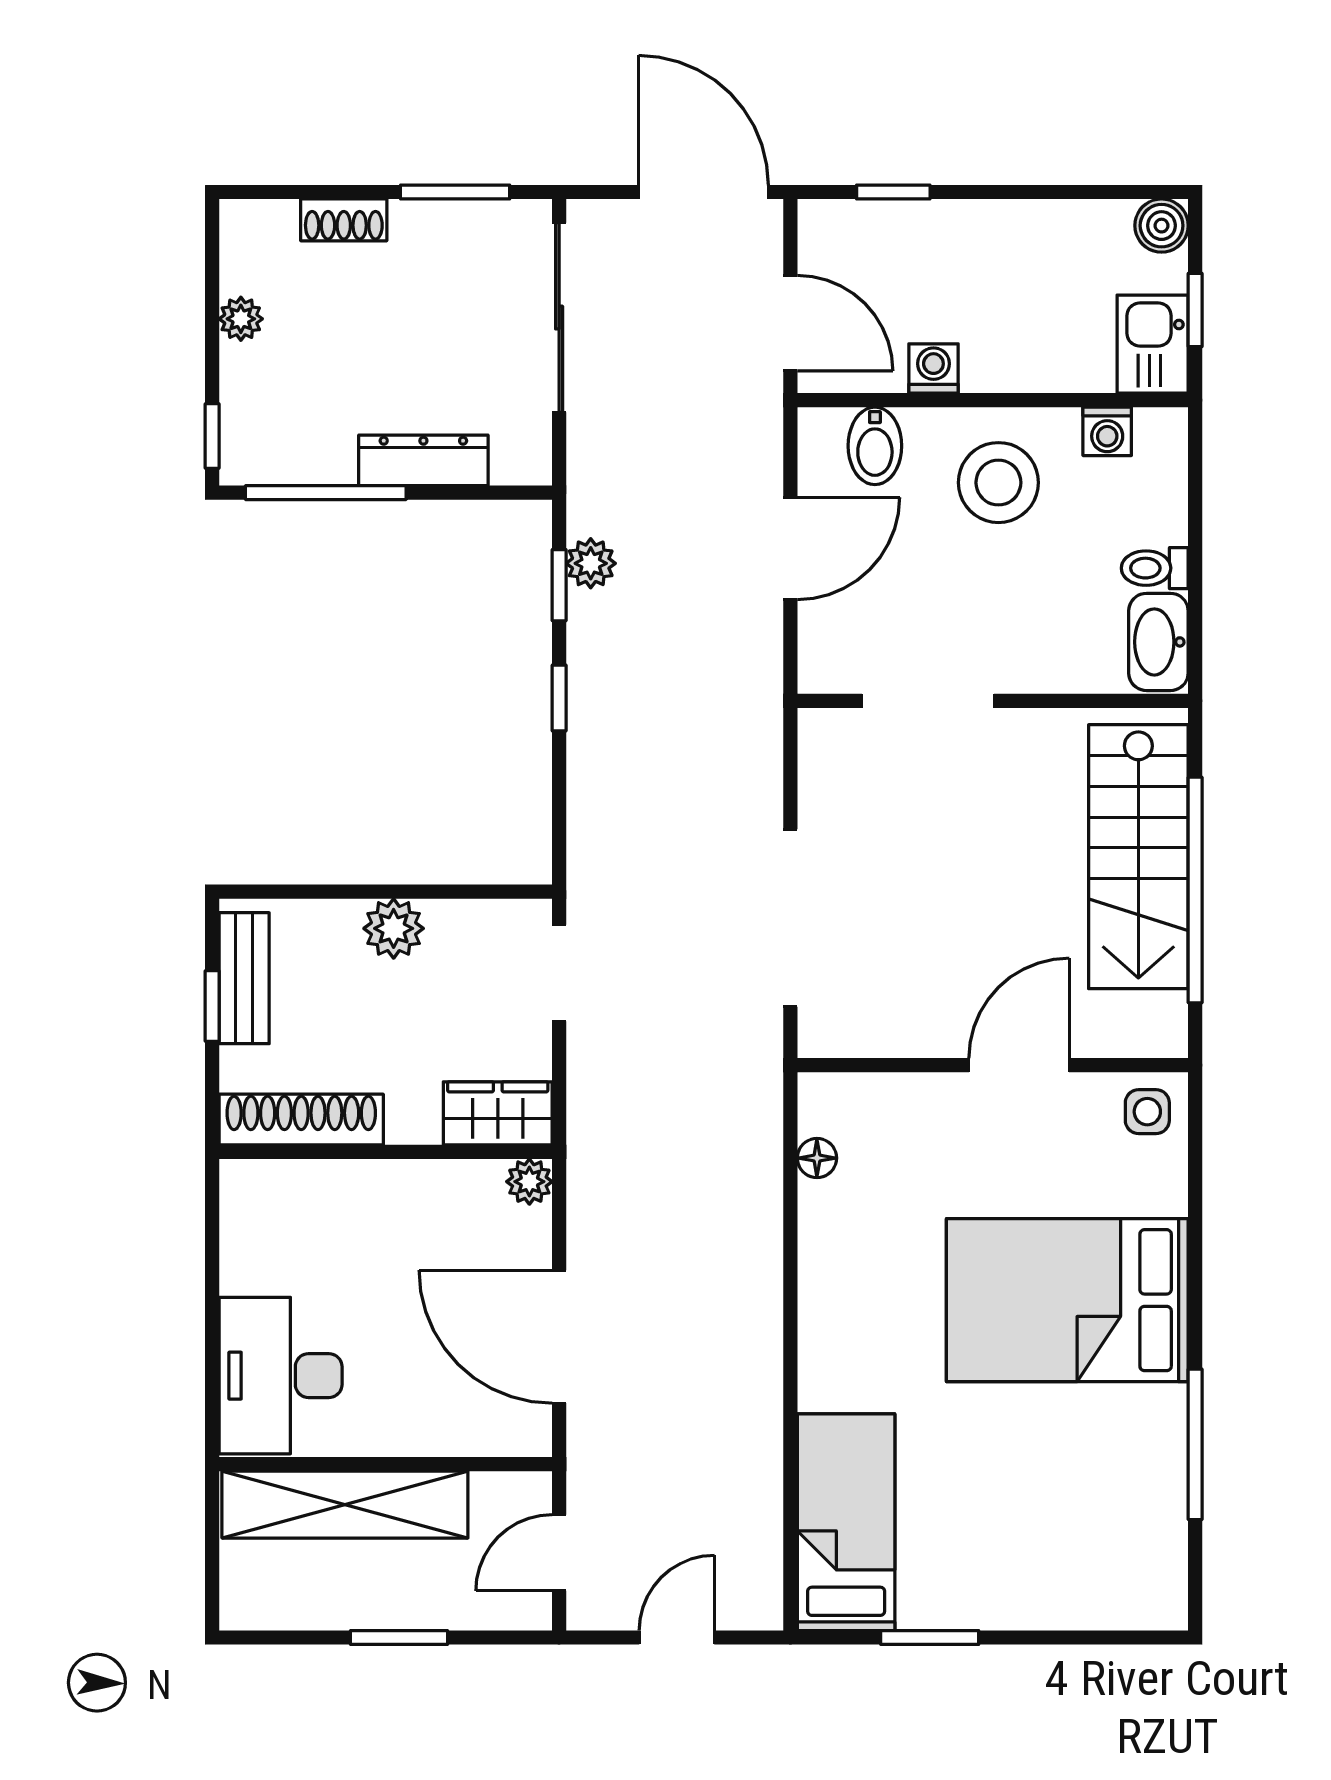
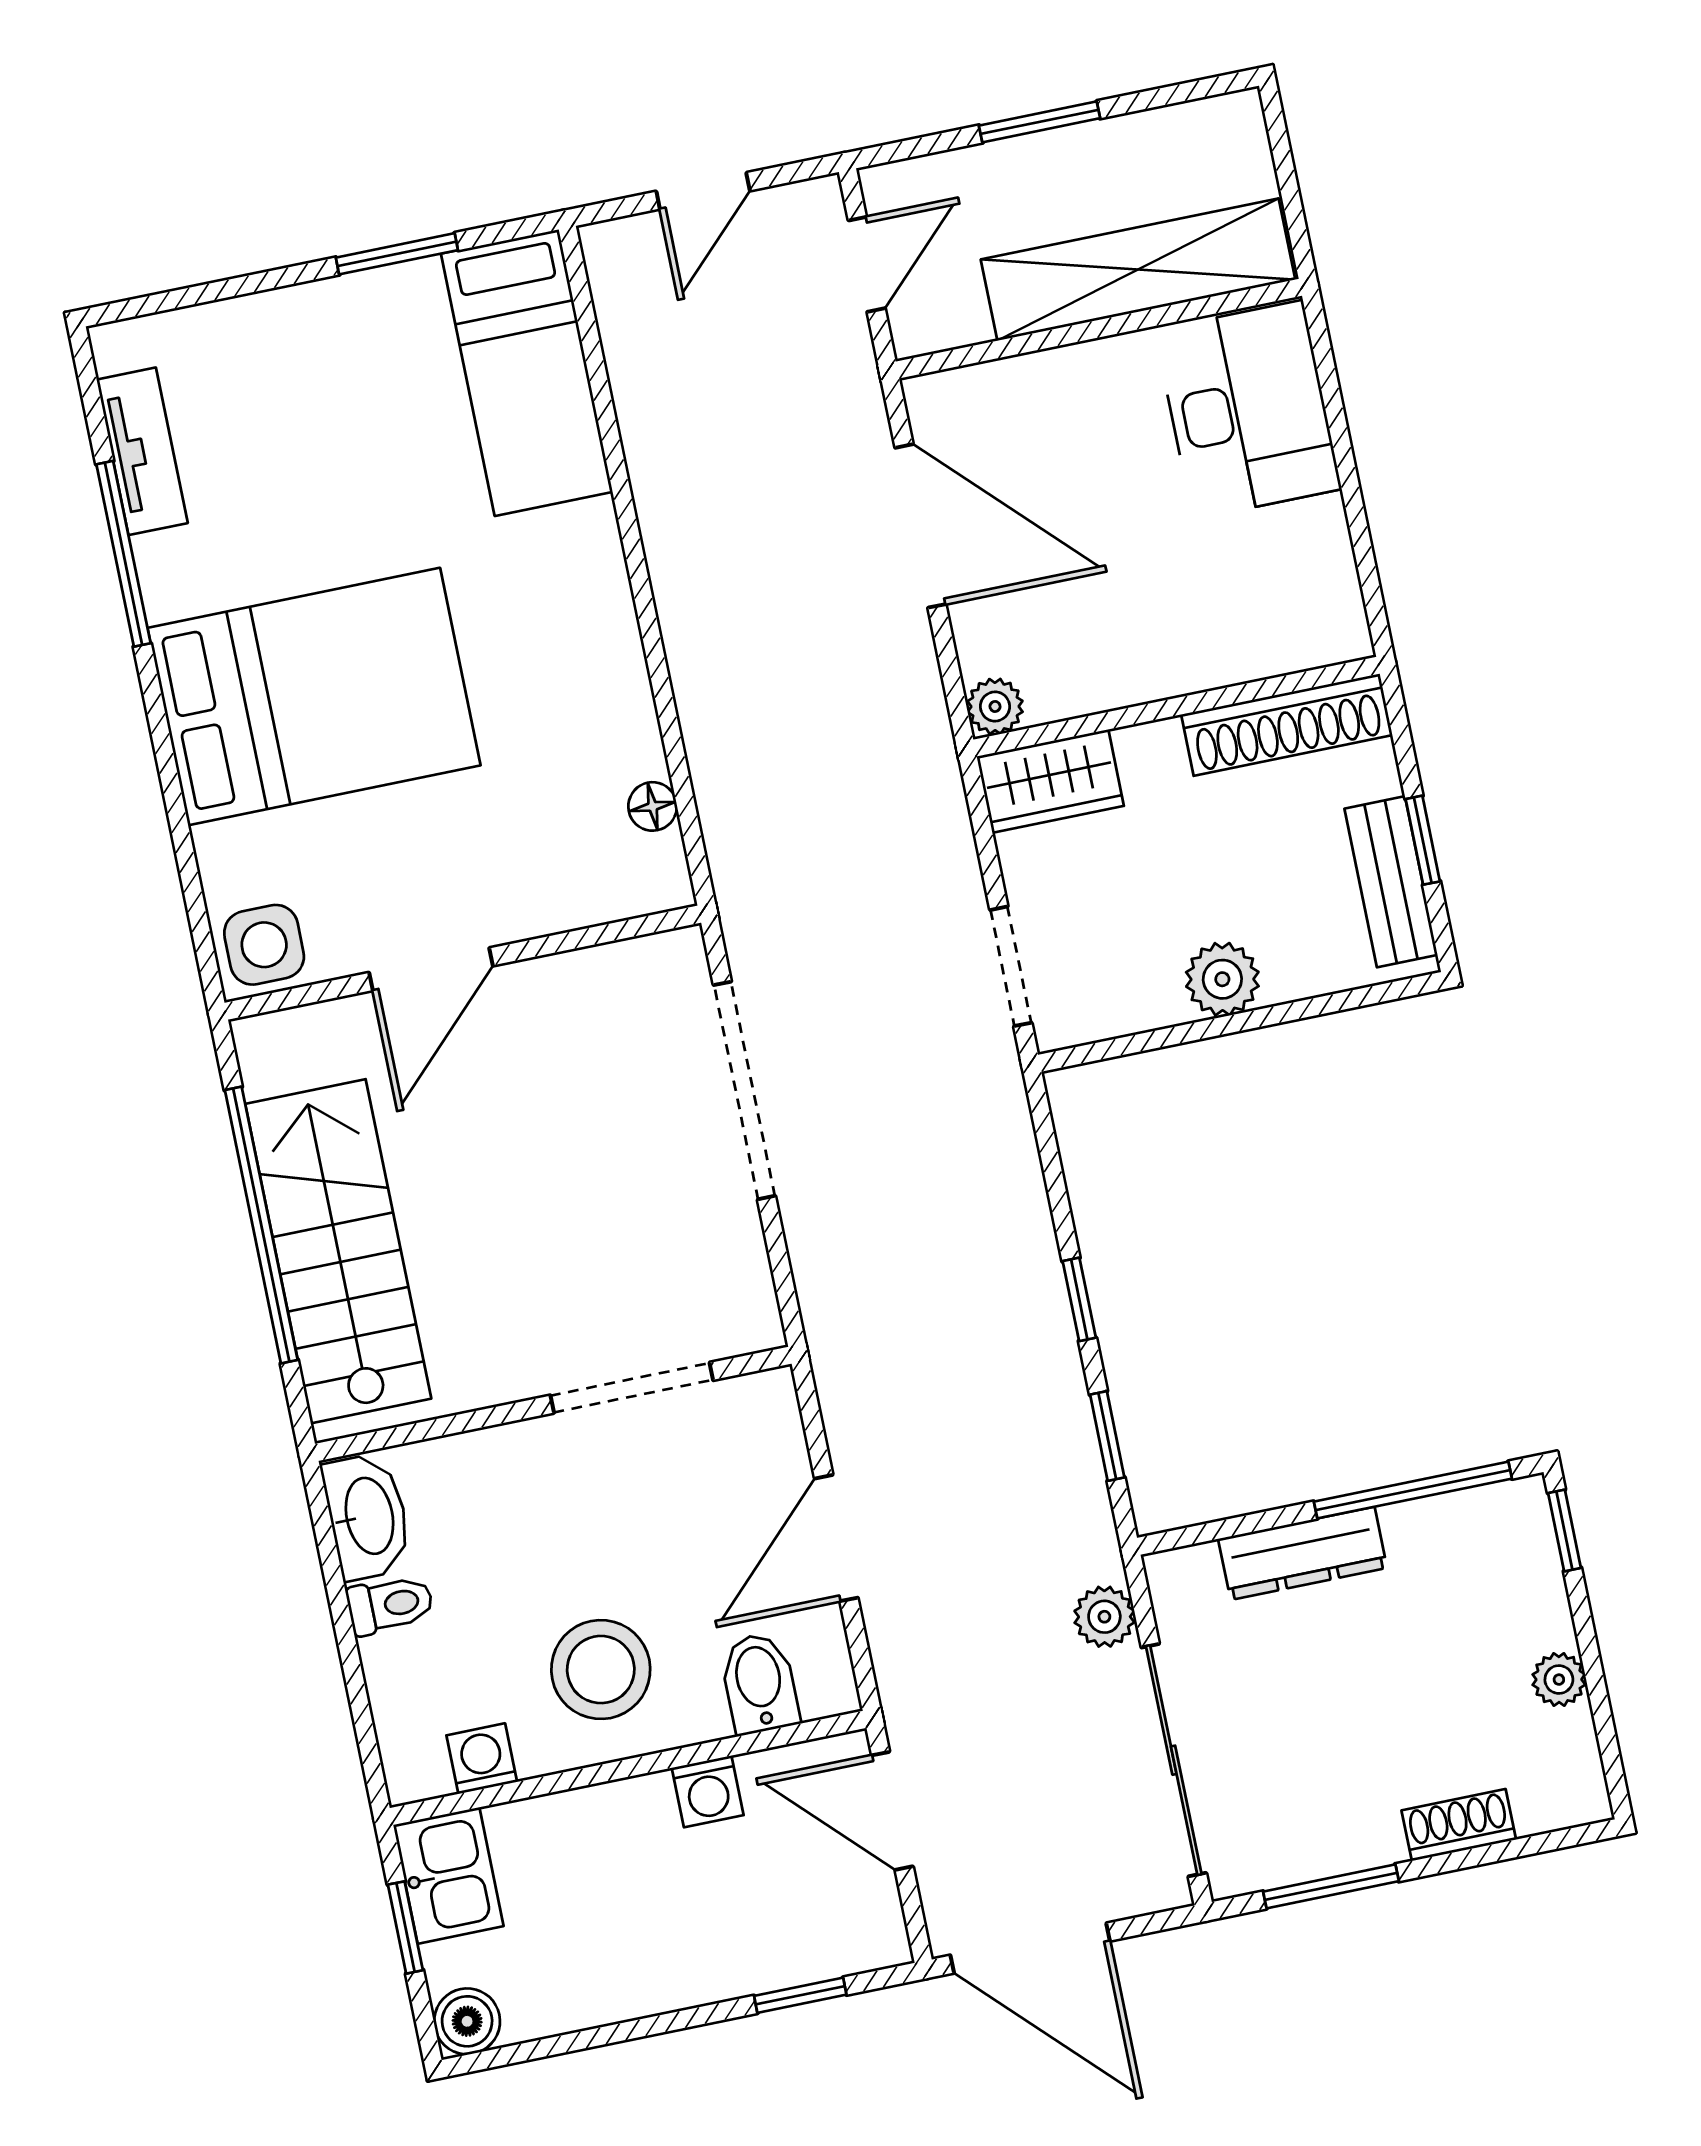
plant: (591, 563) -> (1104, 1617), moved
side table: (1147, 1112) -> (264, 945), width x1.37, depth x1.37
tv unit: (1164, 1522) -> (142, 451), added

